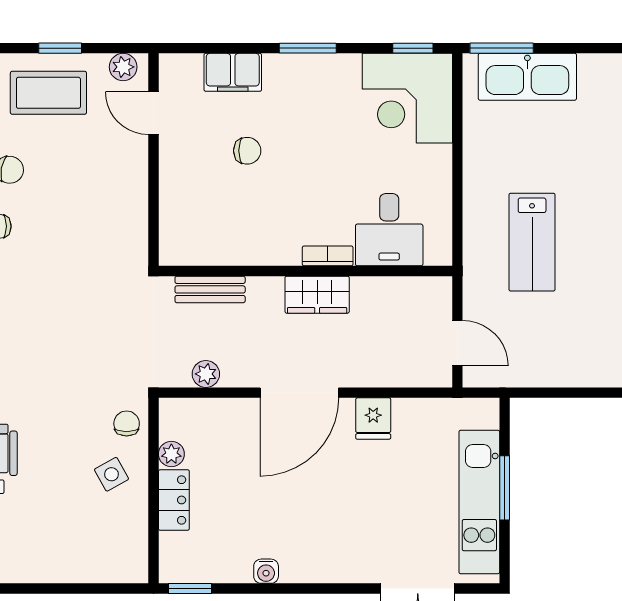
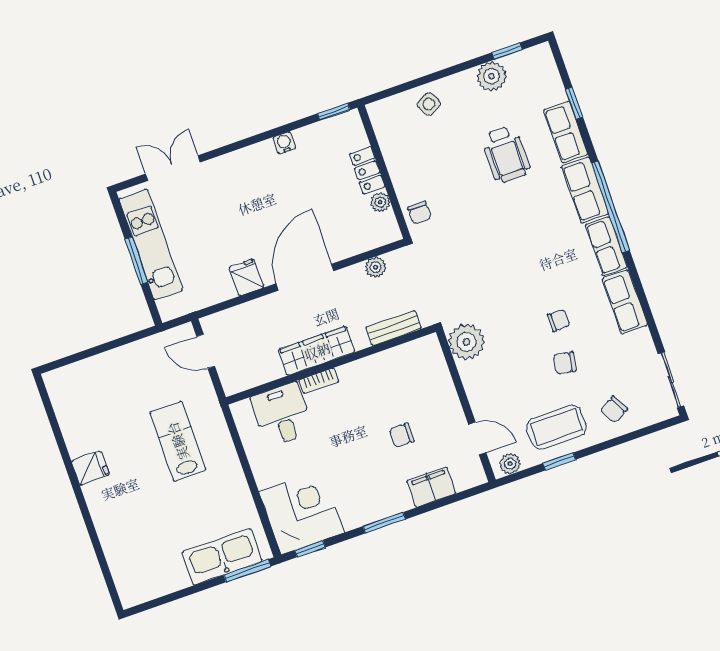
plant: (124, 240) -> (467, 342), added
wardrobe: (317, 295) -> (317, 351), width x1.50
side table: (112, 474) -> (429, 104), moved

